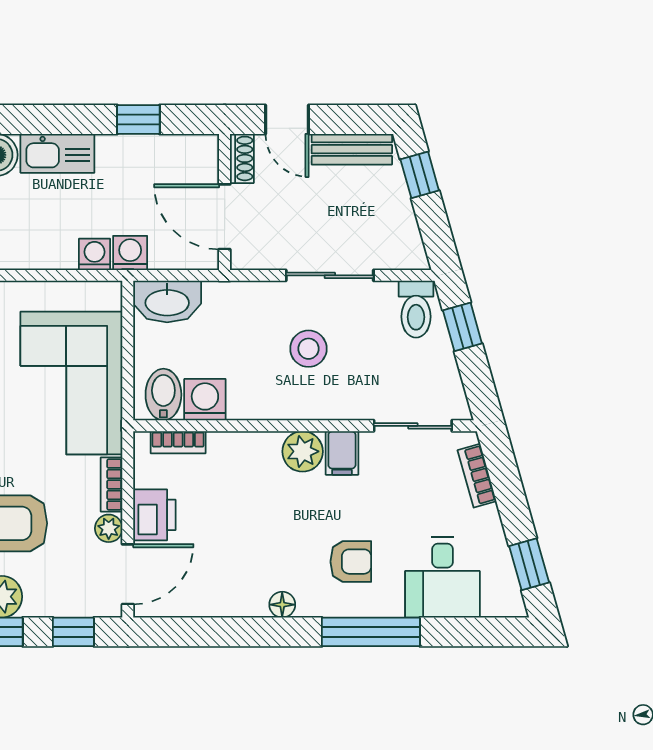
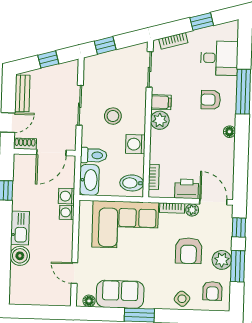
window: (420, 175) -> (48, 59), moved
toilet: (416, 309) -> (94, 155), moved
washing machine: (205, 400) -> (135, 144), moved
armchair: (351, 562) -> (211, 100), turned -90
window: (529, 564) -> (202, 21), moved

